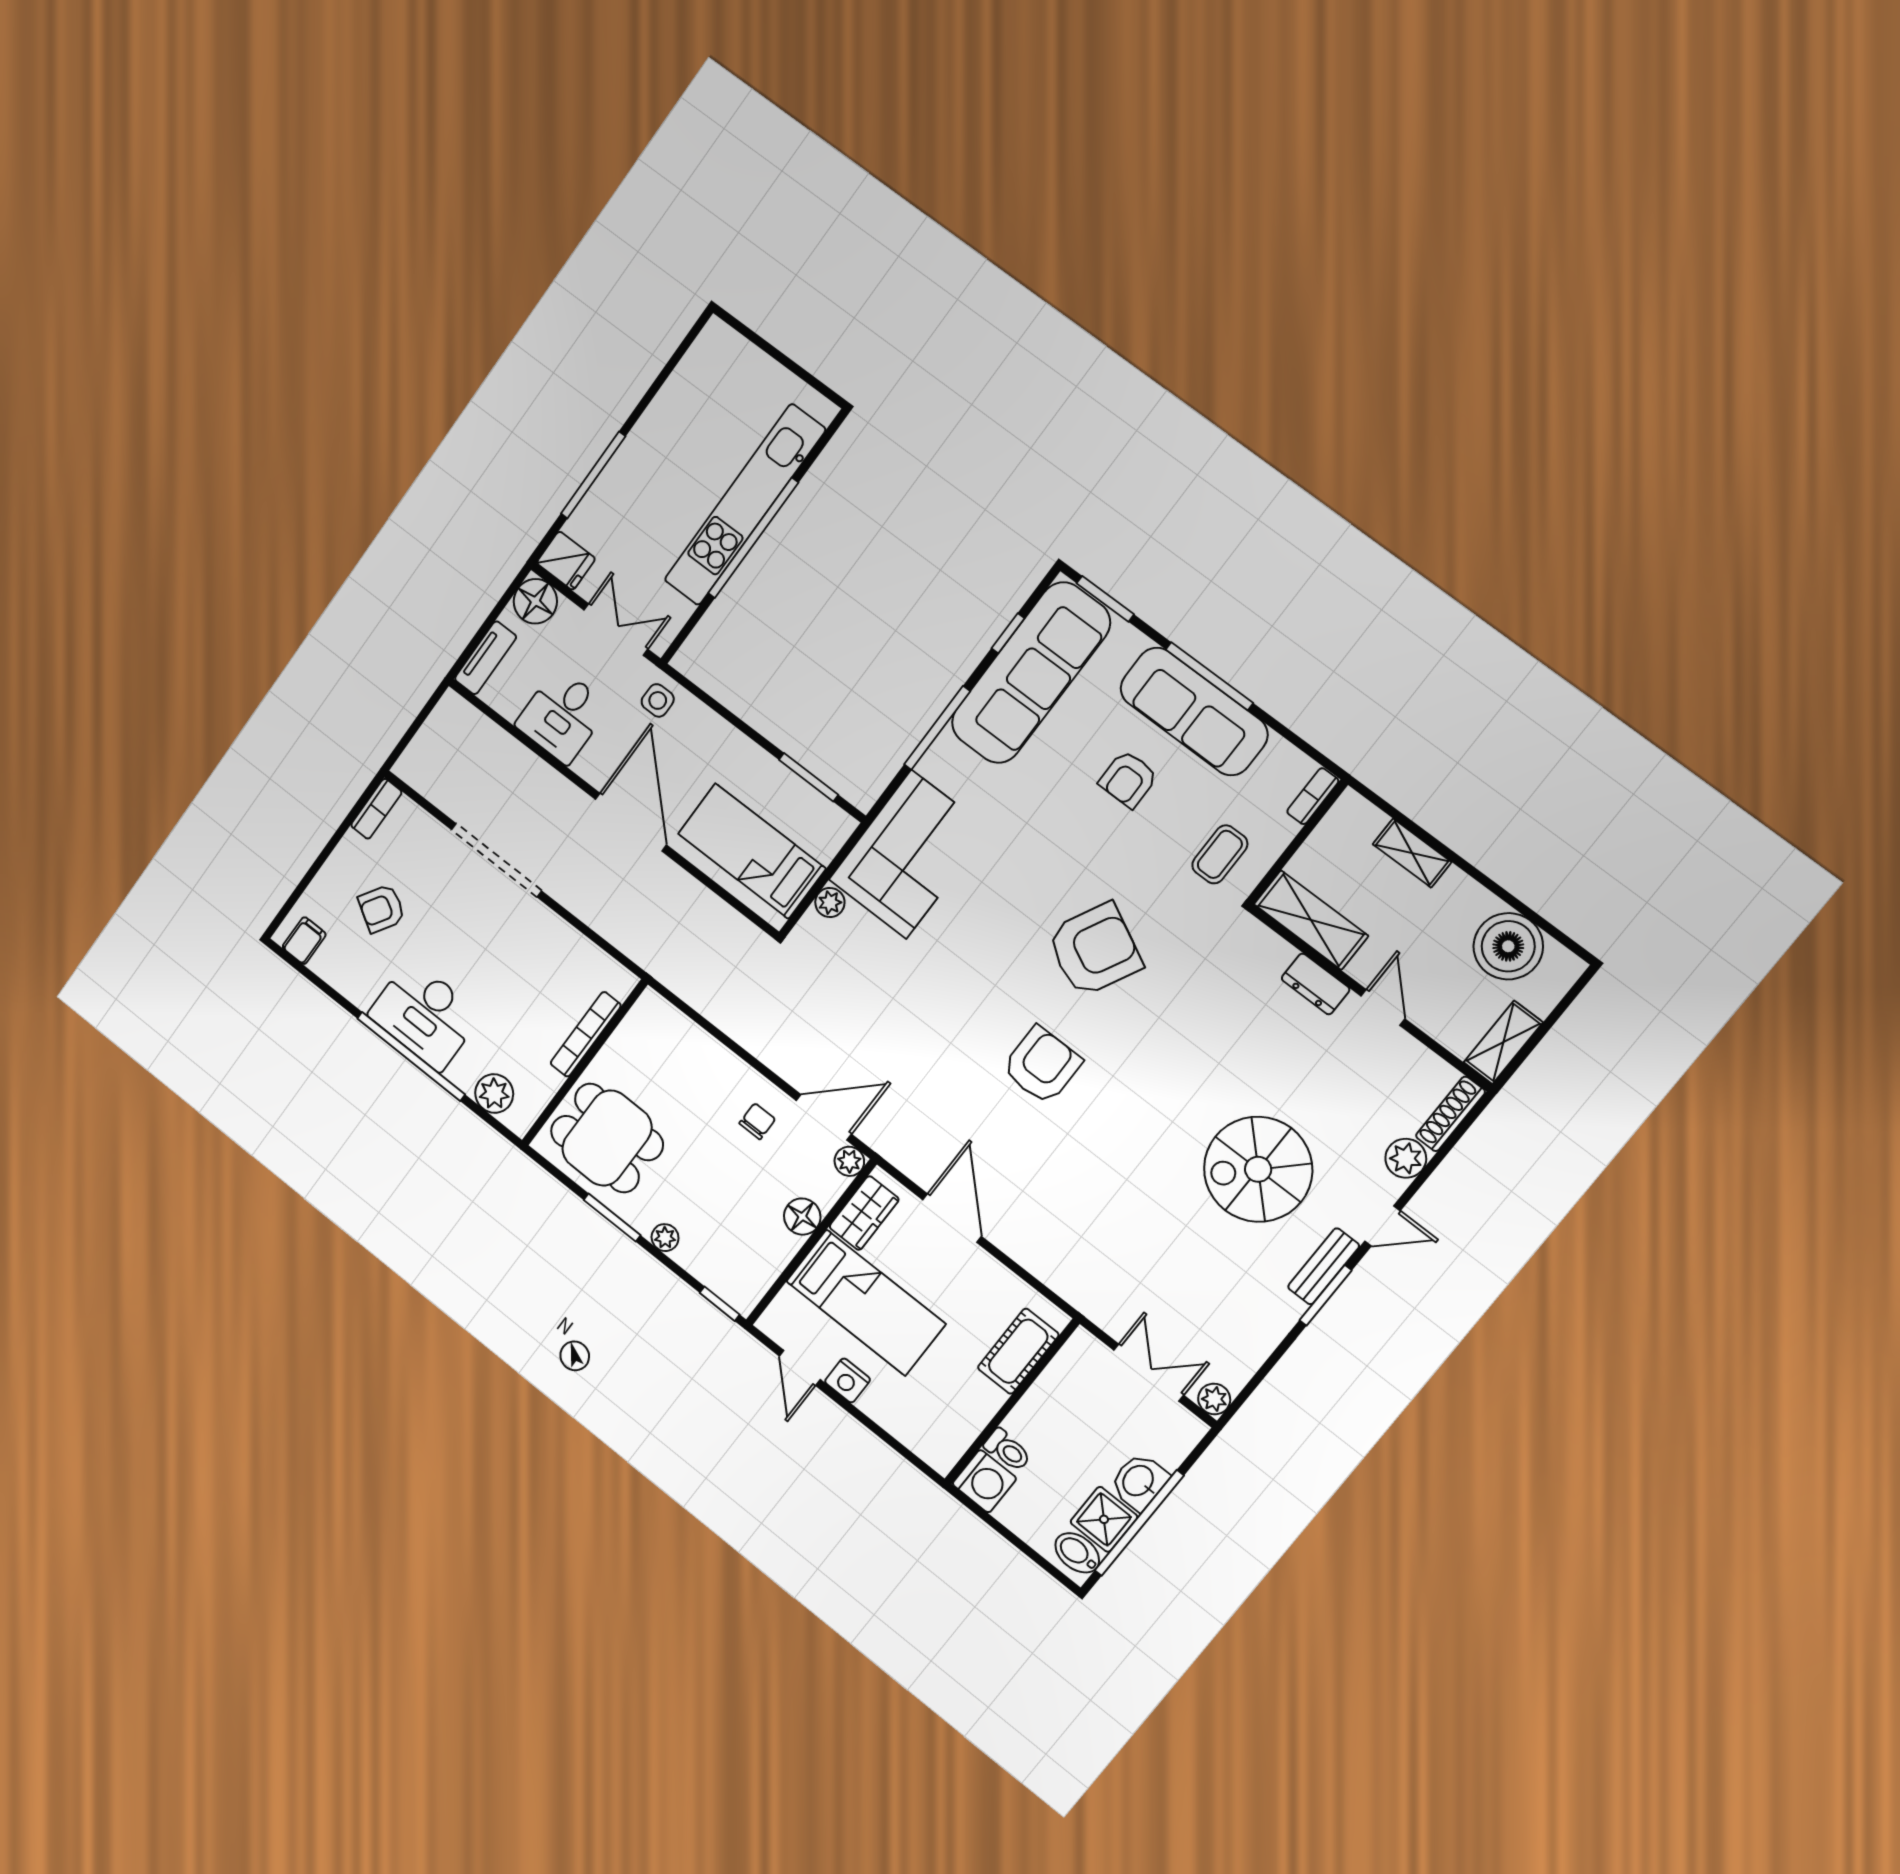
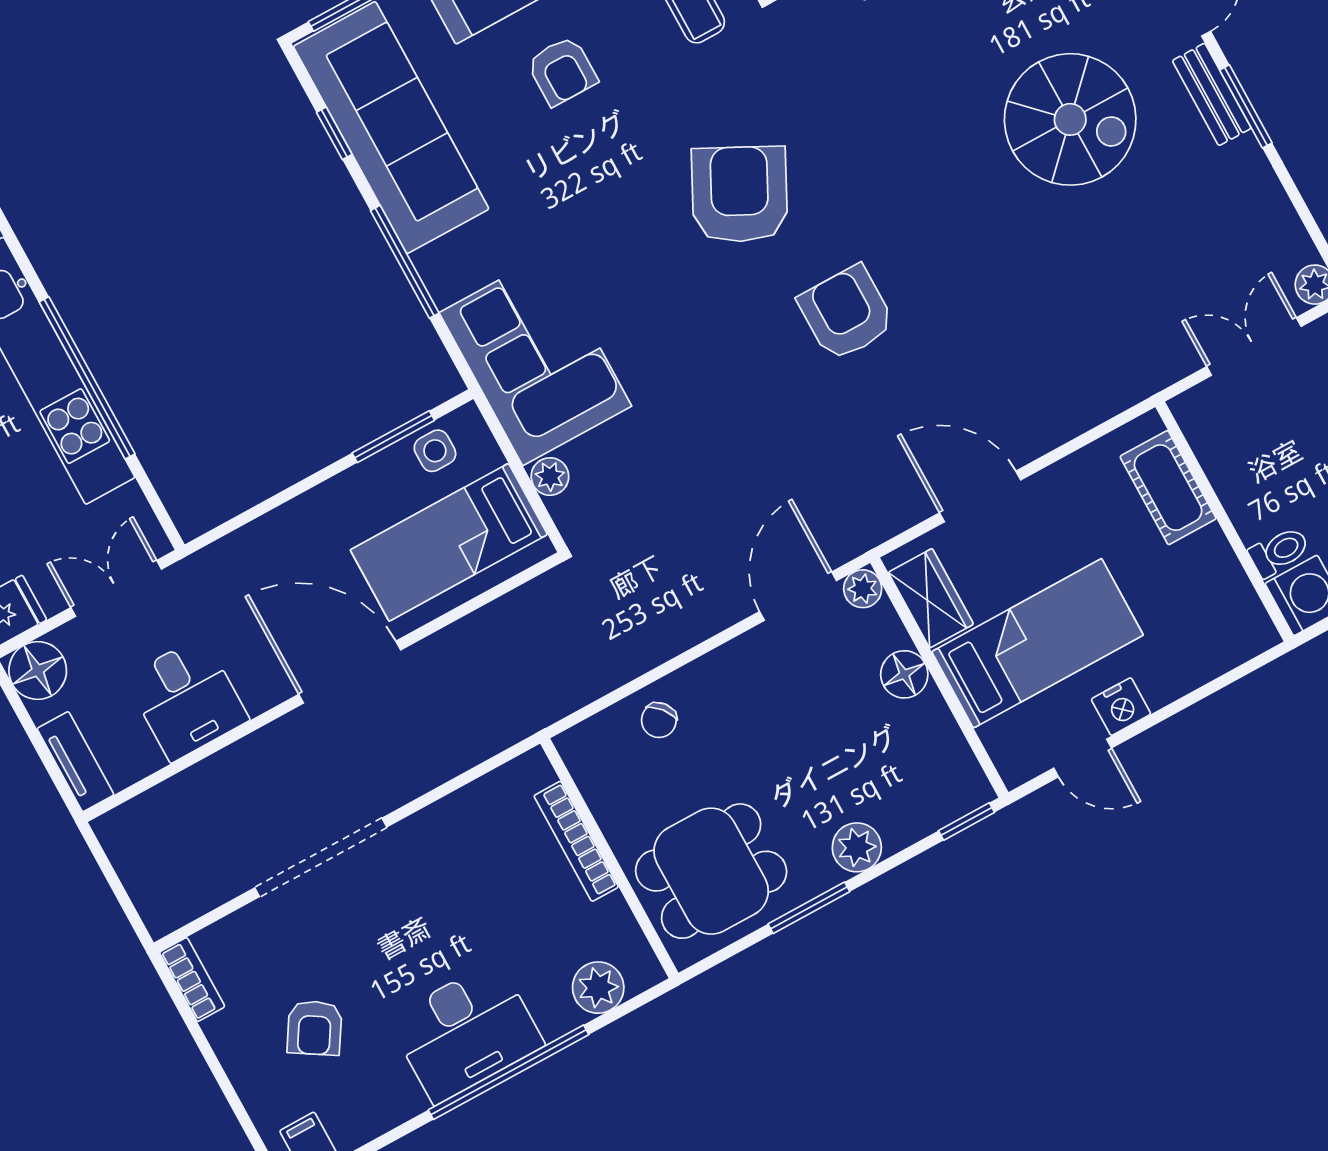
side table: (658, 700) -> (435, 451), moved
chair: (757, 1121) -> (659, 720), moved, turned -129
spiral stairs: (1258, 1169) -> (1070, 119), turned -90
plant: (665, 1238) -> (857, 847), width x1.38, depth x1.38

